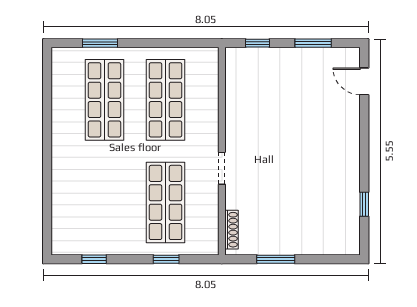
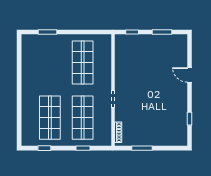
door: (364, 81) -> (189, 75), moved
shop shelf: (104, 100) -> (50, 118), moved

